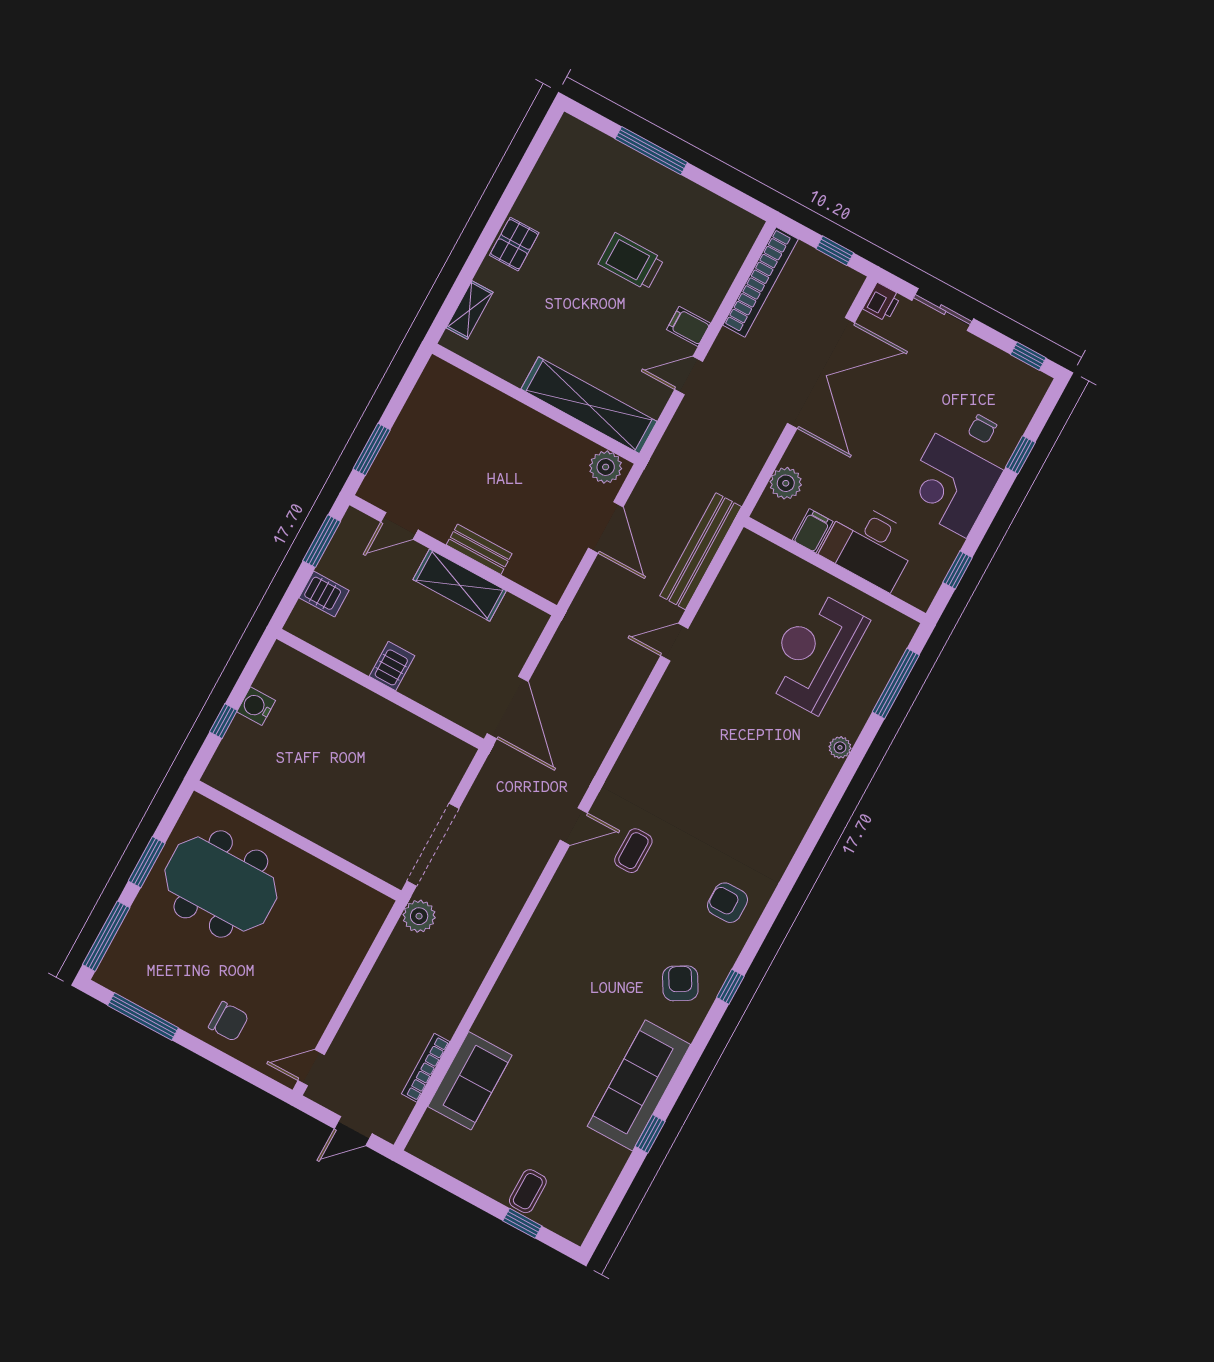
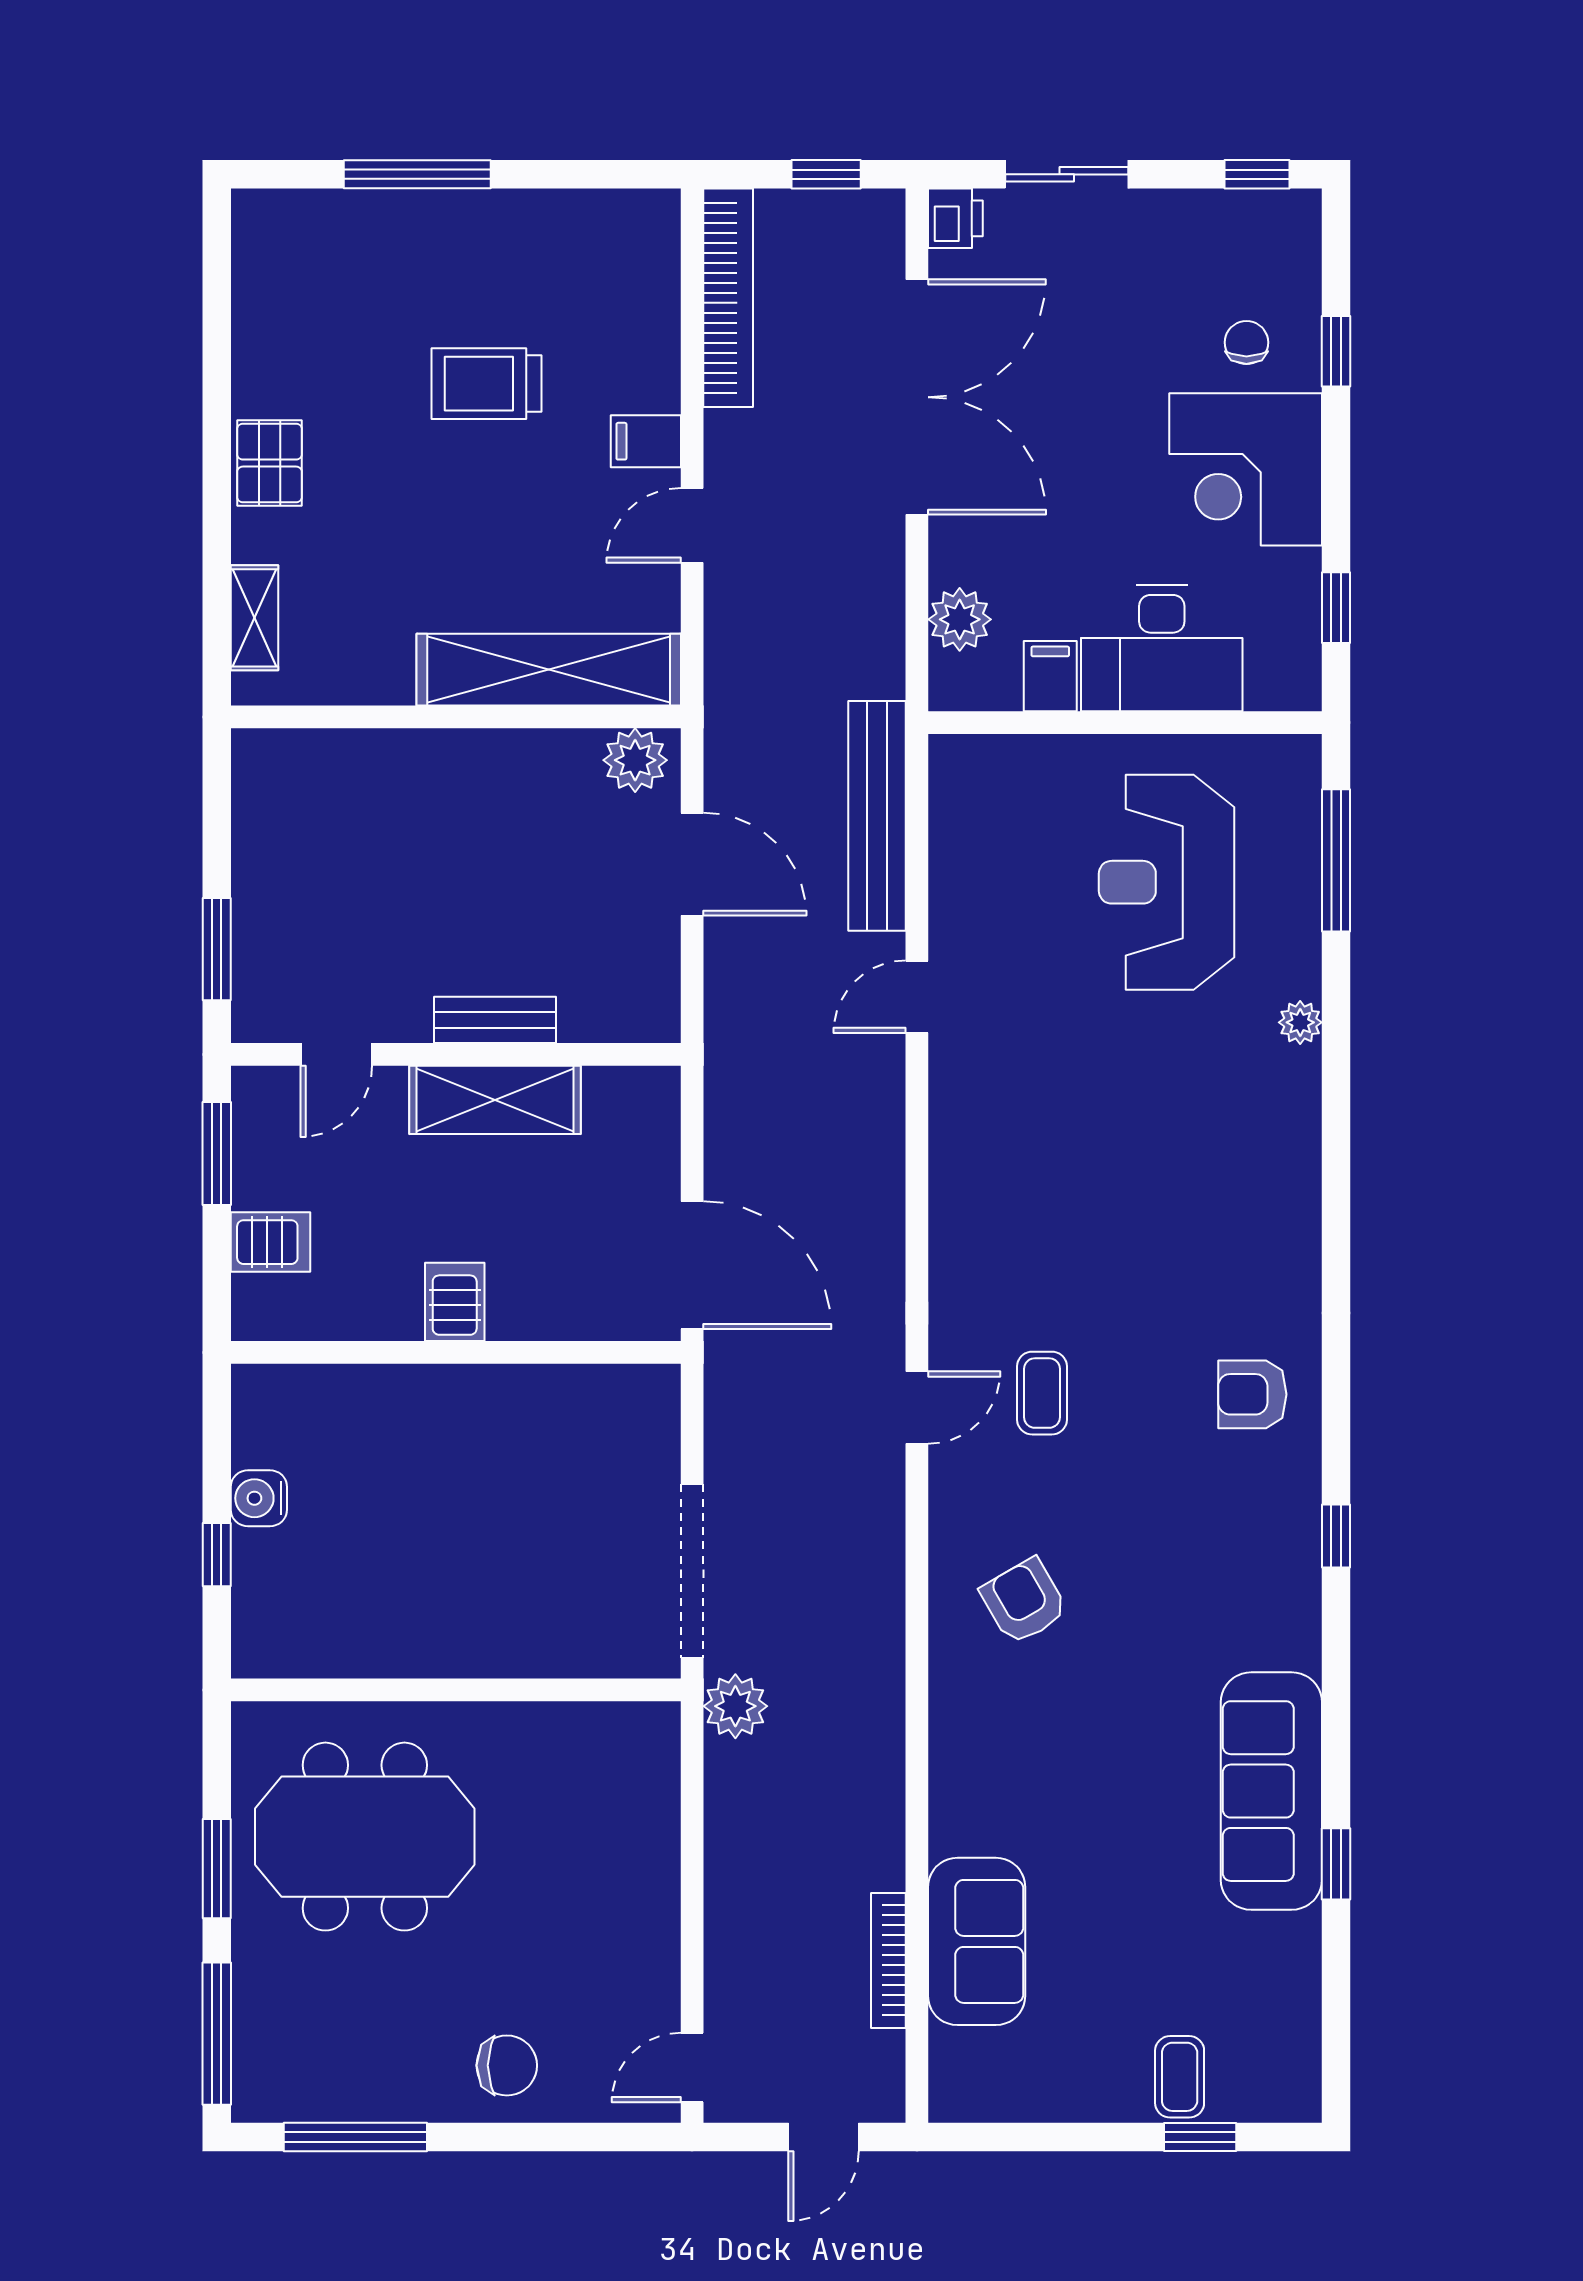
chair: (982, 429) -> (1246, 342), turned 180
armchair: (680, 983) -> (1024, 1601), moved

